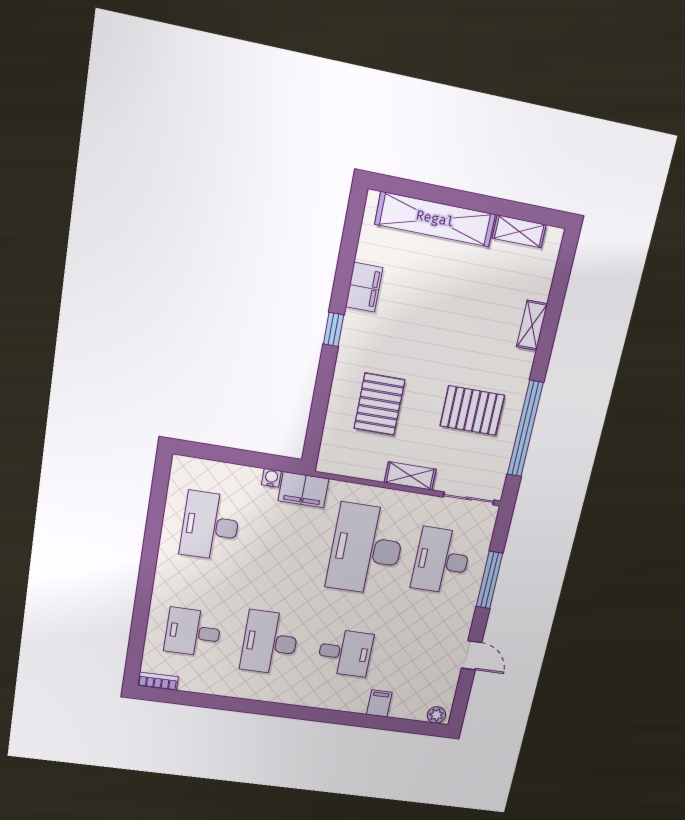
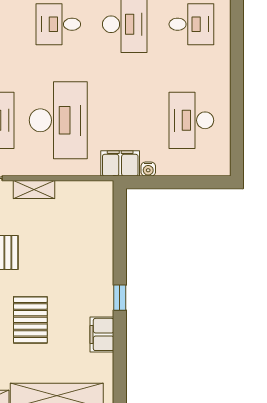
pallet: (379, 404) -> (30, 320), moved
desk: (210, 526) -> (191, 120), turned 180

